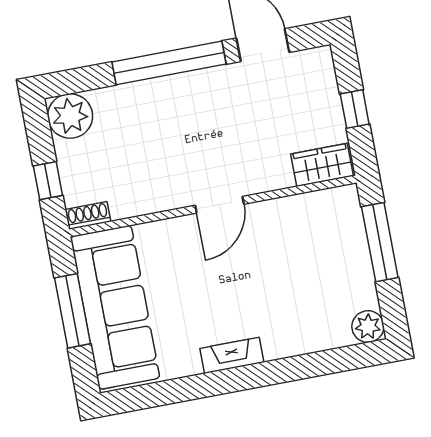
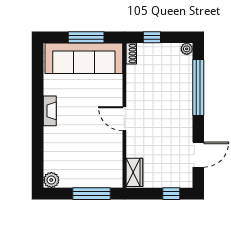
window: (169, 63) -> (198, 88), moved
window: (355, 109) -> (171, 194), moved
plant: (70, 116) -> (187, 49), width x0.53, depth x0.53

